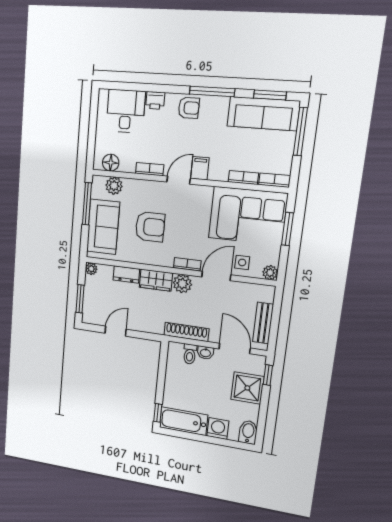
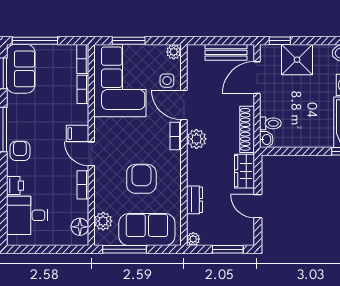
sofa: (263, 114) -> (21, 69), width x0.73
wardrobe: (156, 280) -> (244, 171), moved, turned 180
washbasin: (205, 353) -> (266, 140), moved

